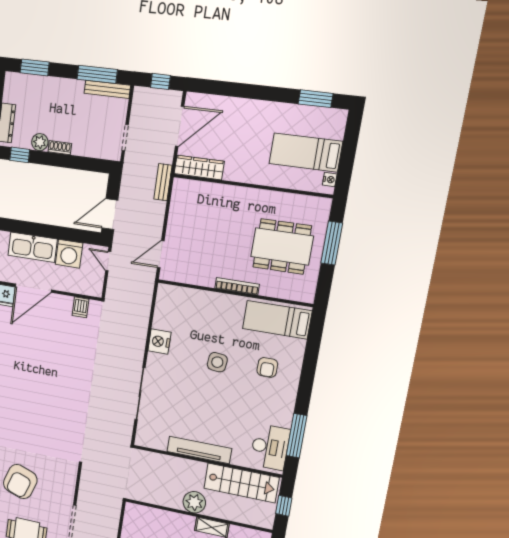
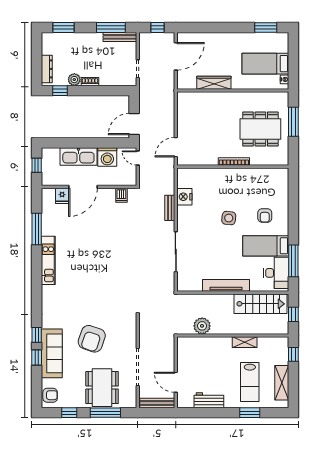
wardrobe: (199, 167) -> (214, 83), moved
bench: (163, 182) -> (170, 208), moved
bed: (277, 320) -> (266, 246), moved
nightstand: (159, 342) -> (184, 197), moved
plant: (194, 502) -> (202, 326), moved

